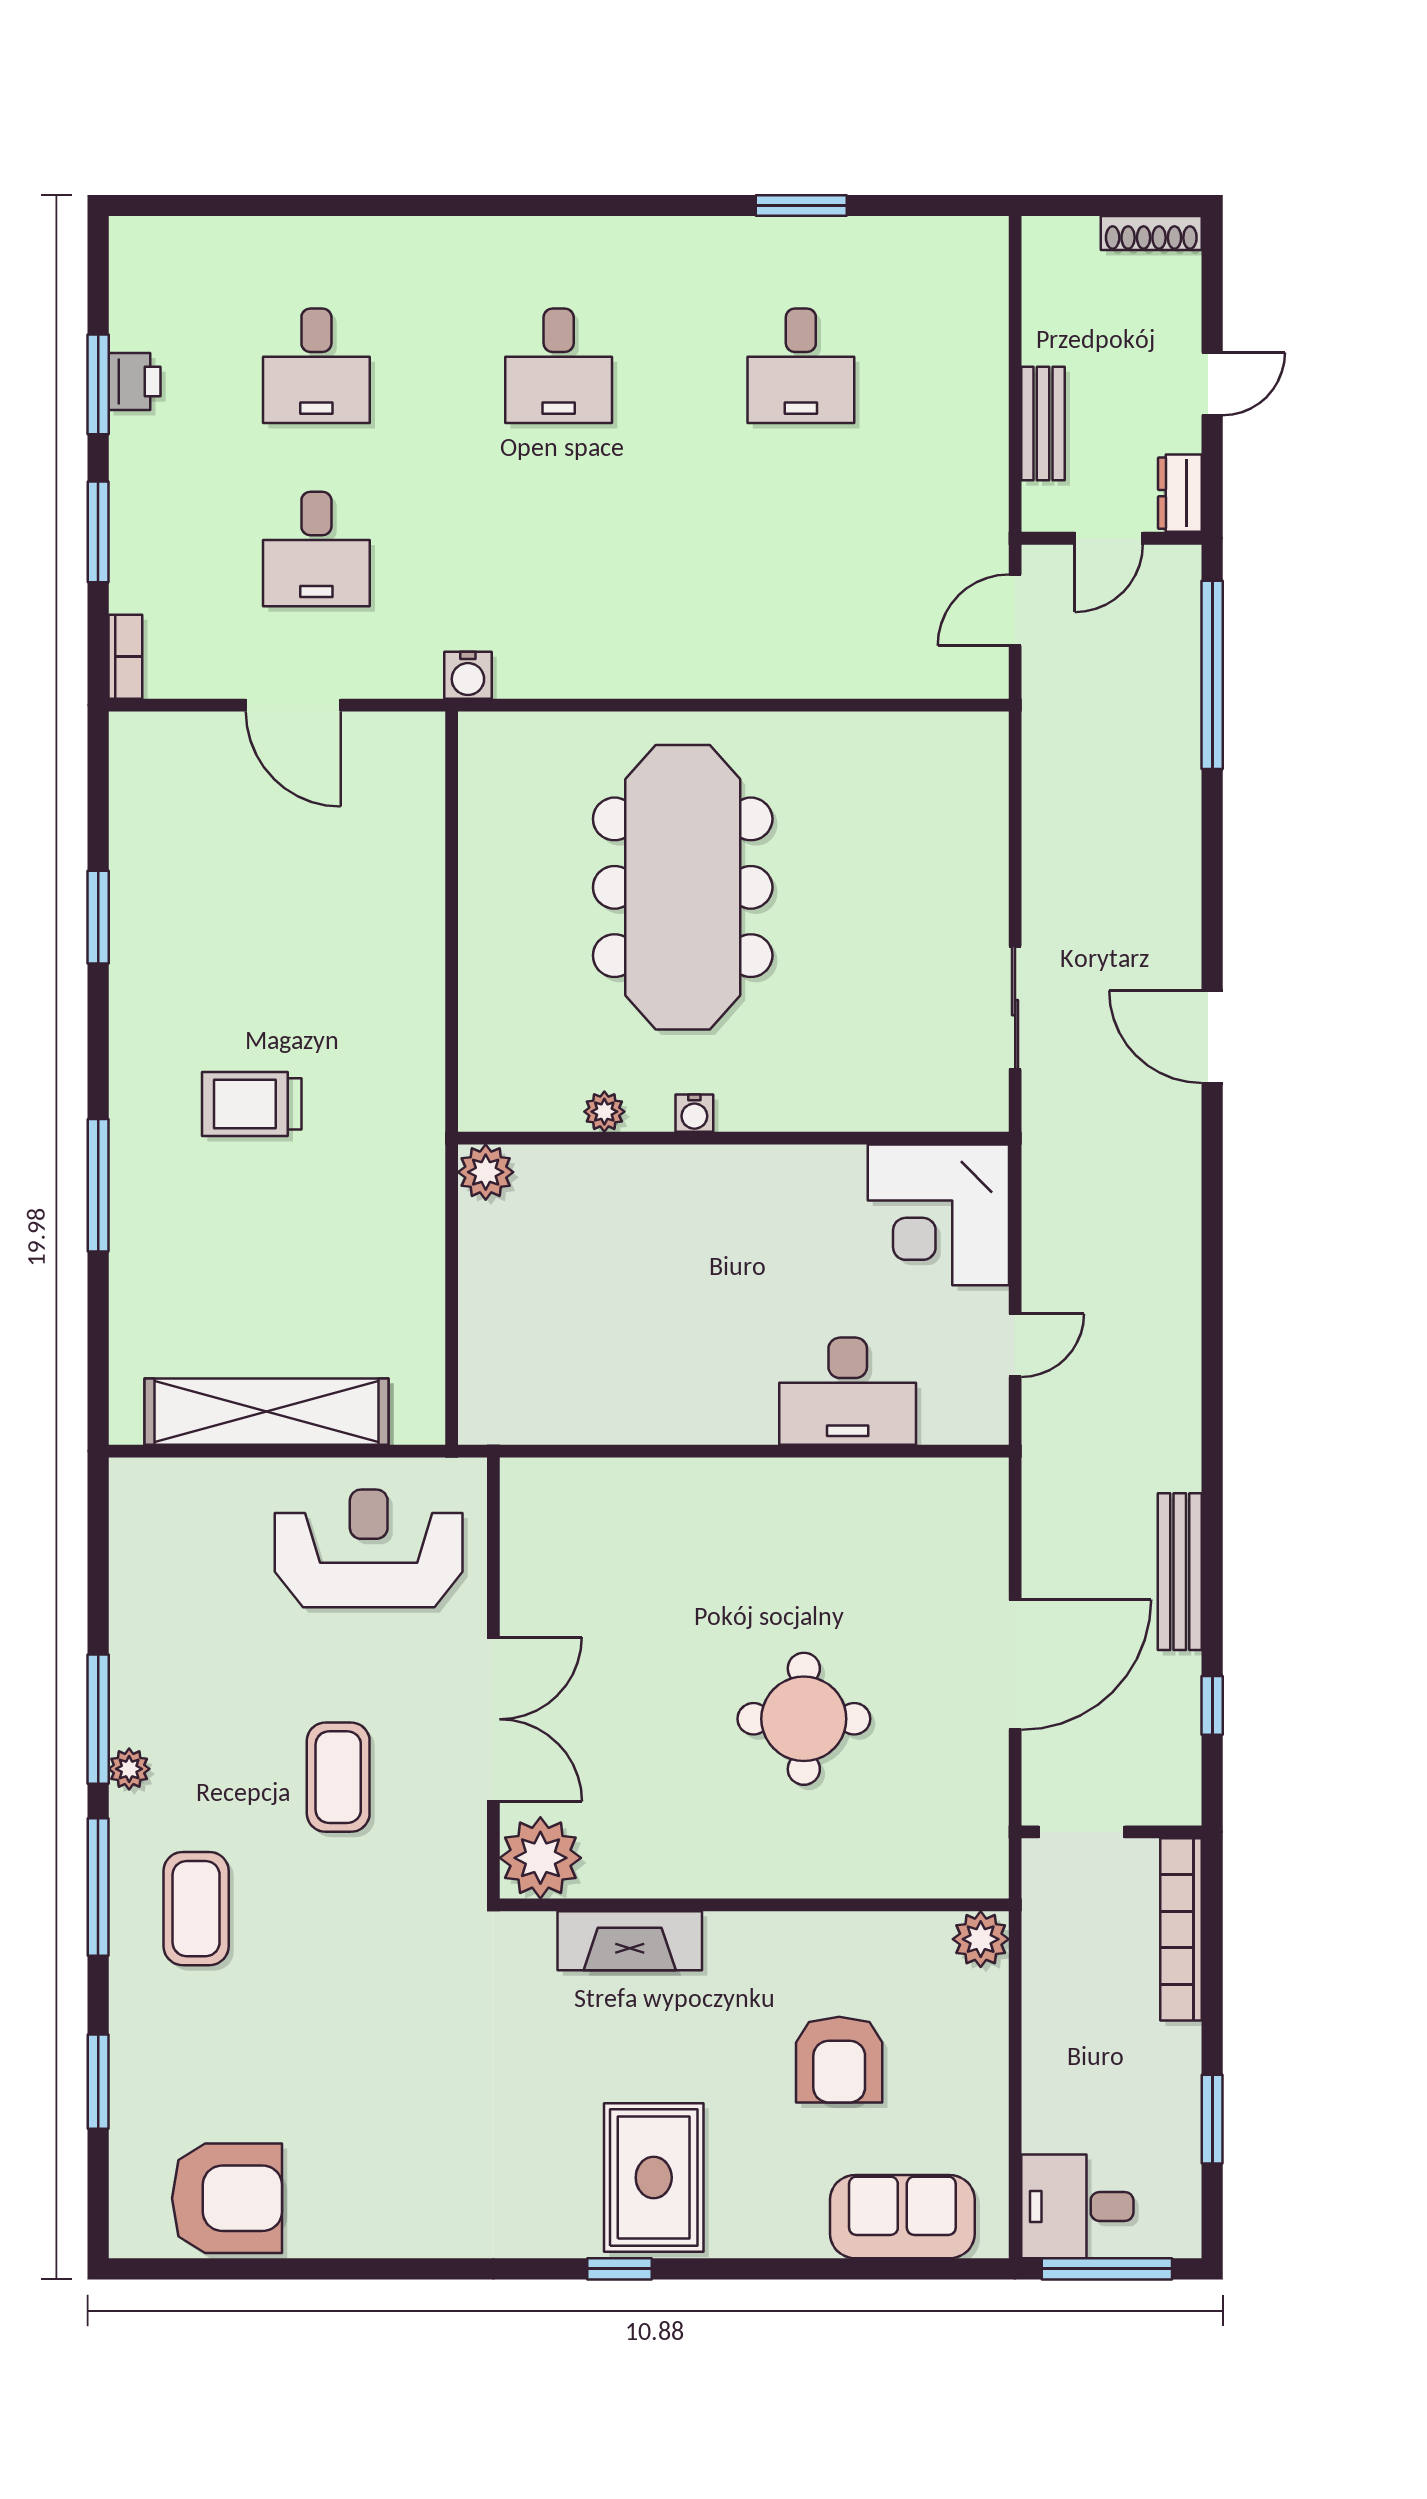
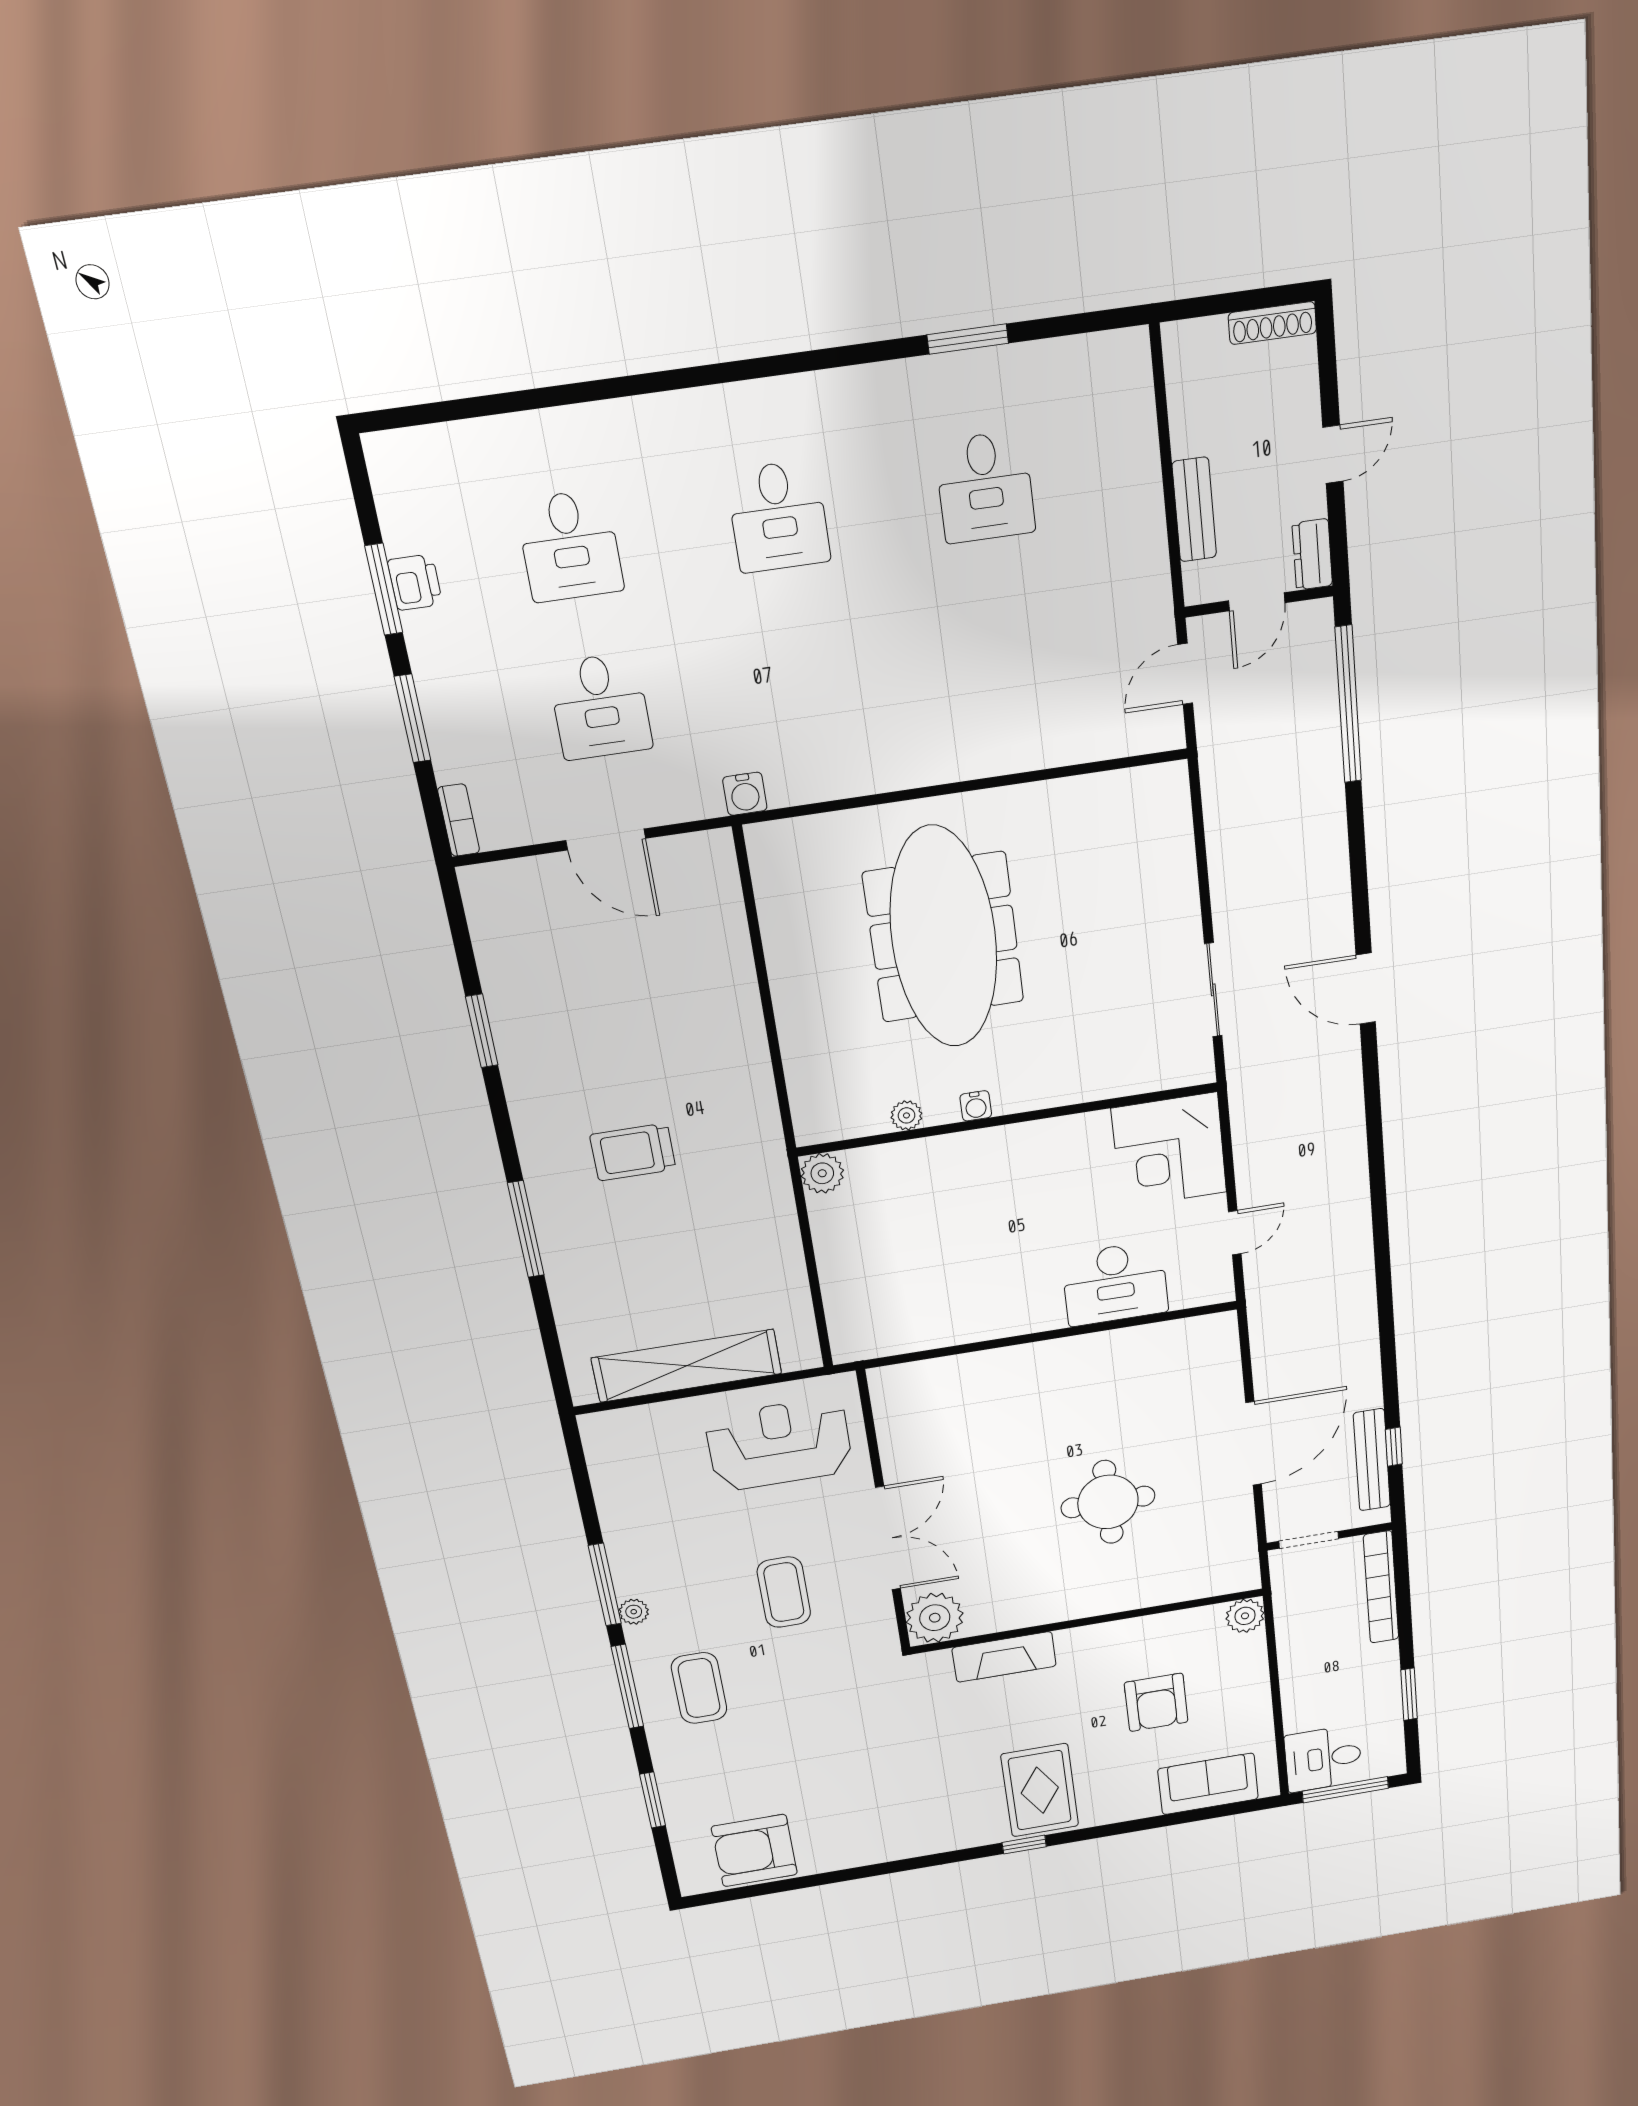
bench: (1180, 1572) -> (1372, 1460), moved
armchair: (227, 2198) -> (754, 1851), turned 180

